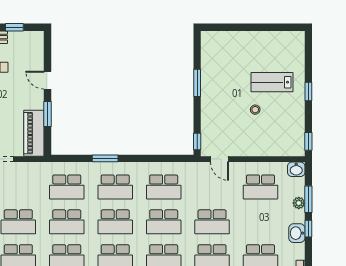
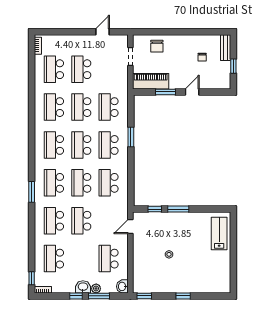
lab bench: (272, 82) -> (219, 234), moved
window: (197, 83) -> (178, 209), moved
window: (197, 142) -> (155, 209), moved
washbasin: (297, 233) -> (83, 287), moved

